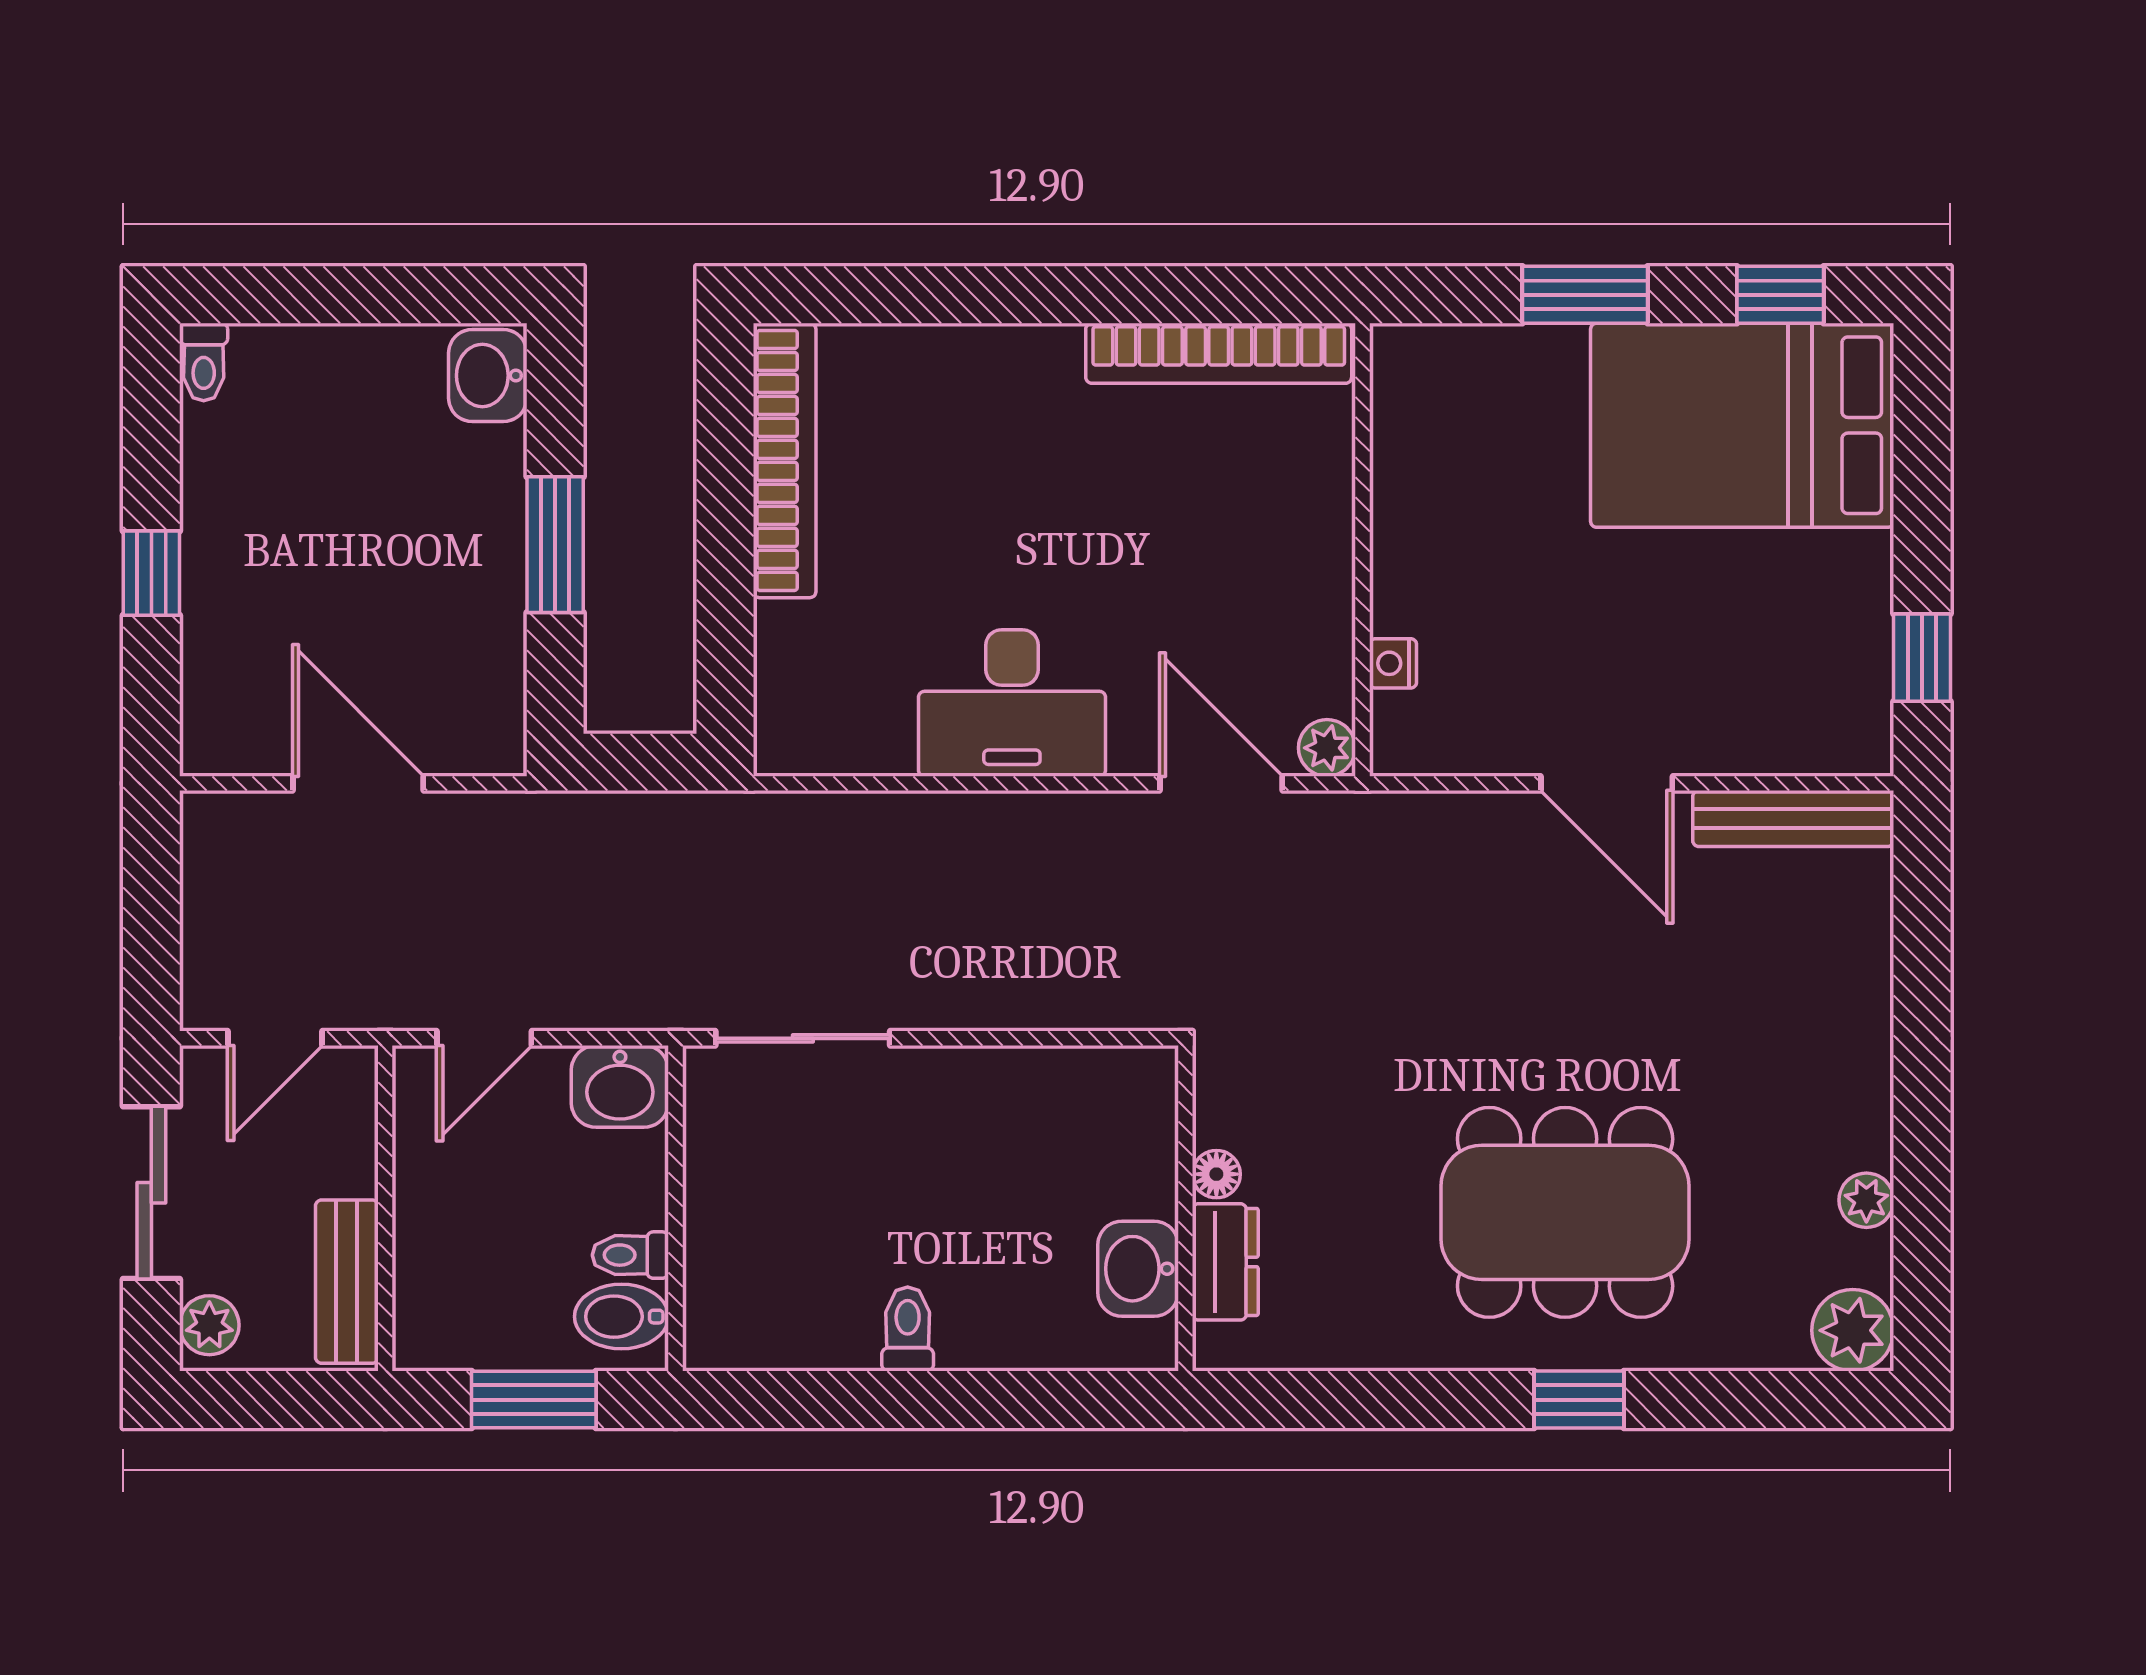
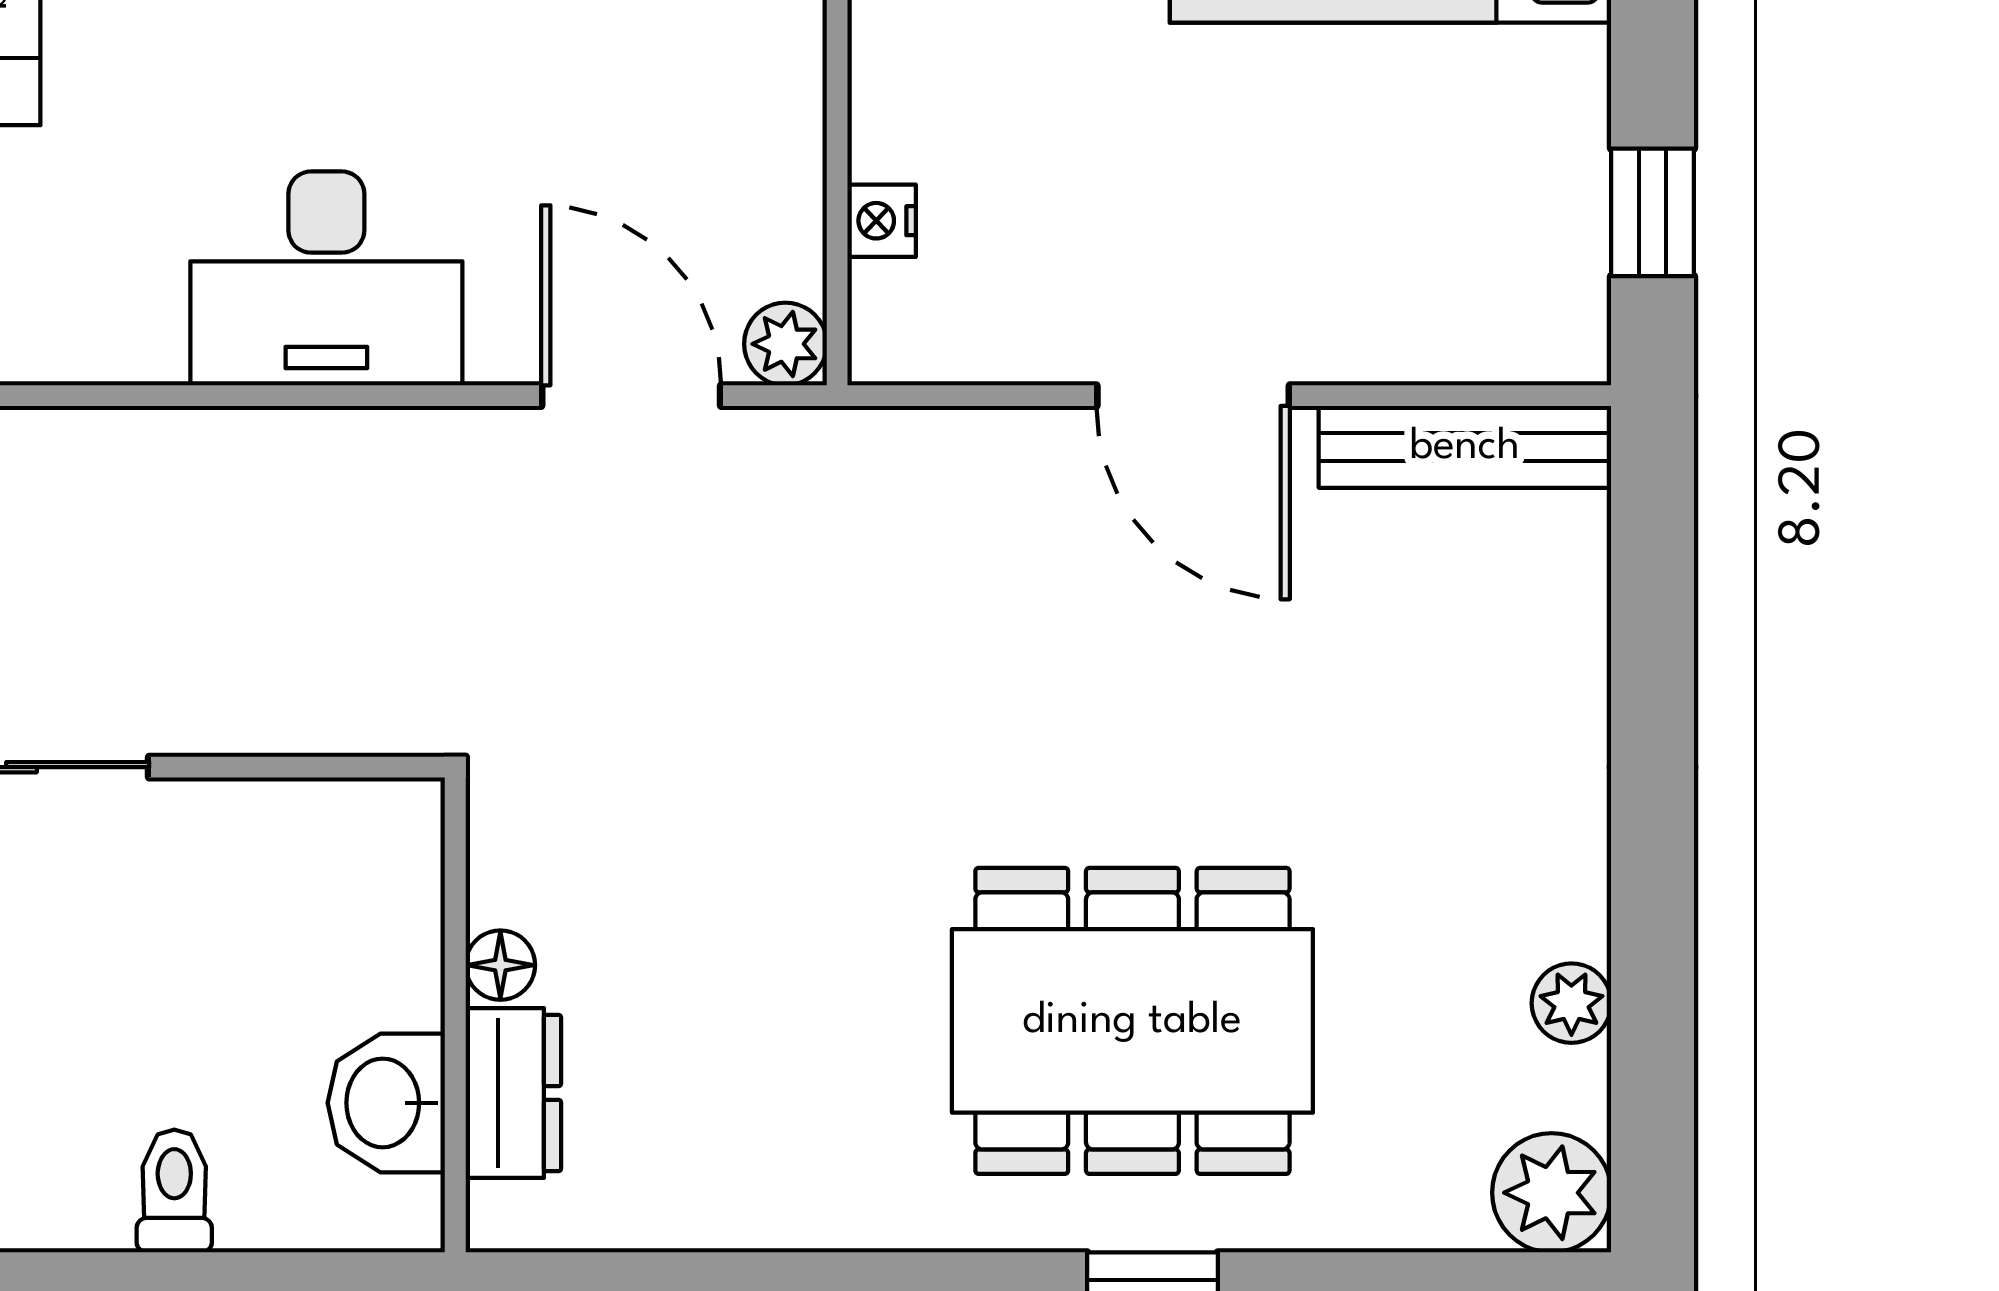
floor lamp: (1216, 1174) -> (500, 965), moved
wall: (1185, 1208) -> (455, 1015), moved
dresser: (1225, 1262) -> (513, 1093), moved
washbasin: (1138, 1269) -> (386, 1103), moved

